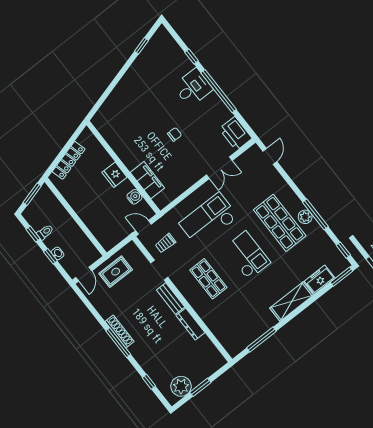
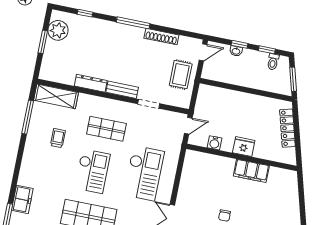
filing cabinet: (147, 180) -> (251, 171), moved
toilet: (45, 232) -> (273, 62), moved
trolley: (165, 243) -> (58, 138), moved
checkout: (247, 255) -> (92, 171), turned -90
door: (84, 274) -> (203, 52), swing flipped
shelving: (292, 302) -> (56, 96), moved, turned 90
shoe rack: (119, 332) -> (161, 37), moved

